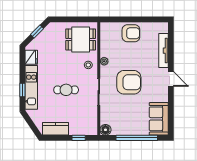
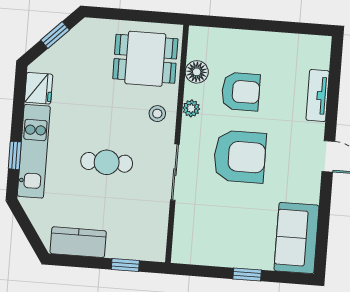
armchair: (131, 33) -> (241, 92), moved
tv unit: (164, 51) -> (318, 95), width x0.71
floor lamp: (105, 130) -> (197, 72), moved
window: (137, 138) -> (247, 274), width x0.32

